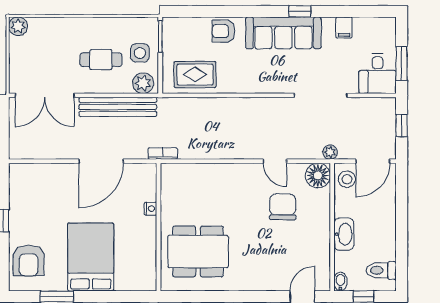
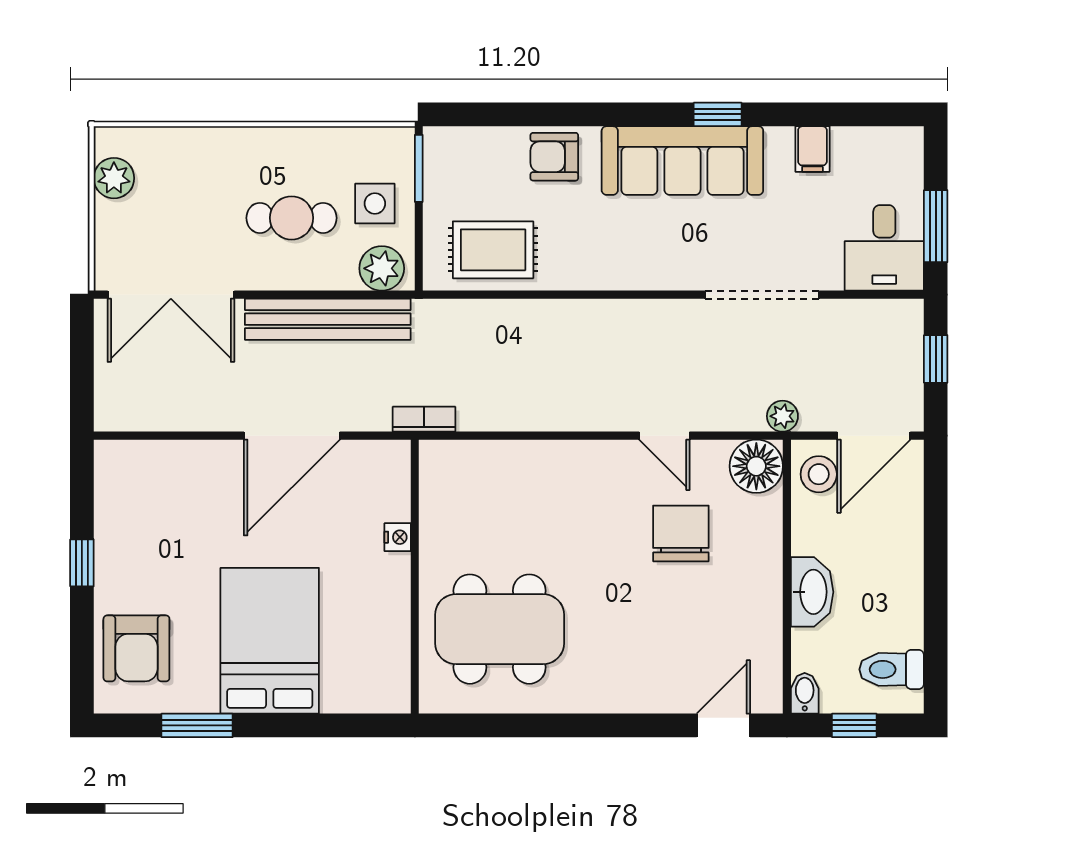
plant: (18, 26) -> (114, 178), moved

